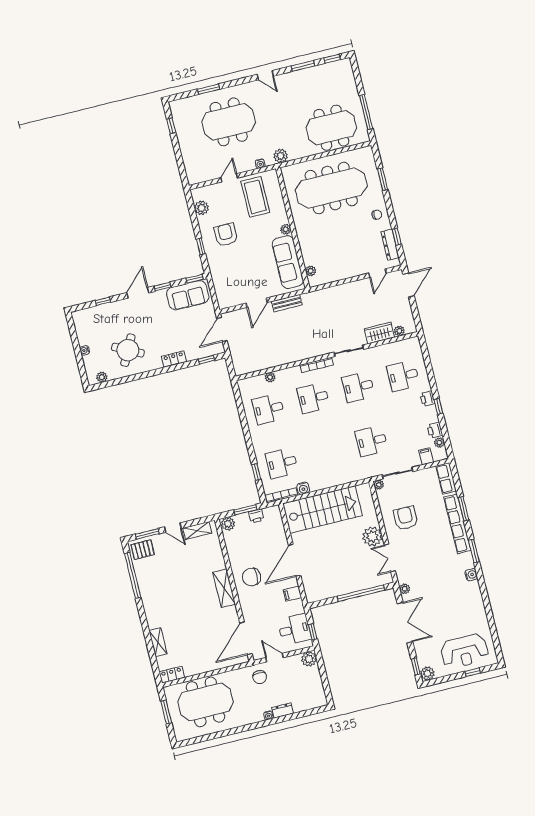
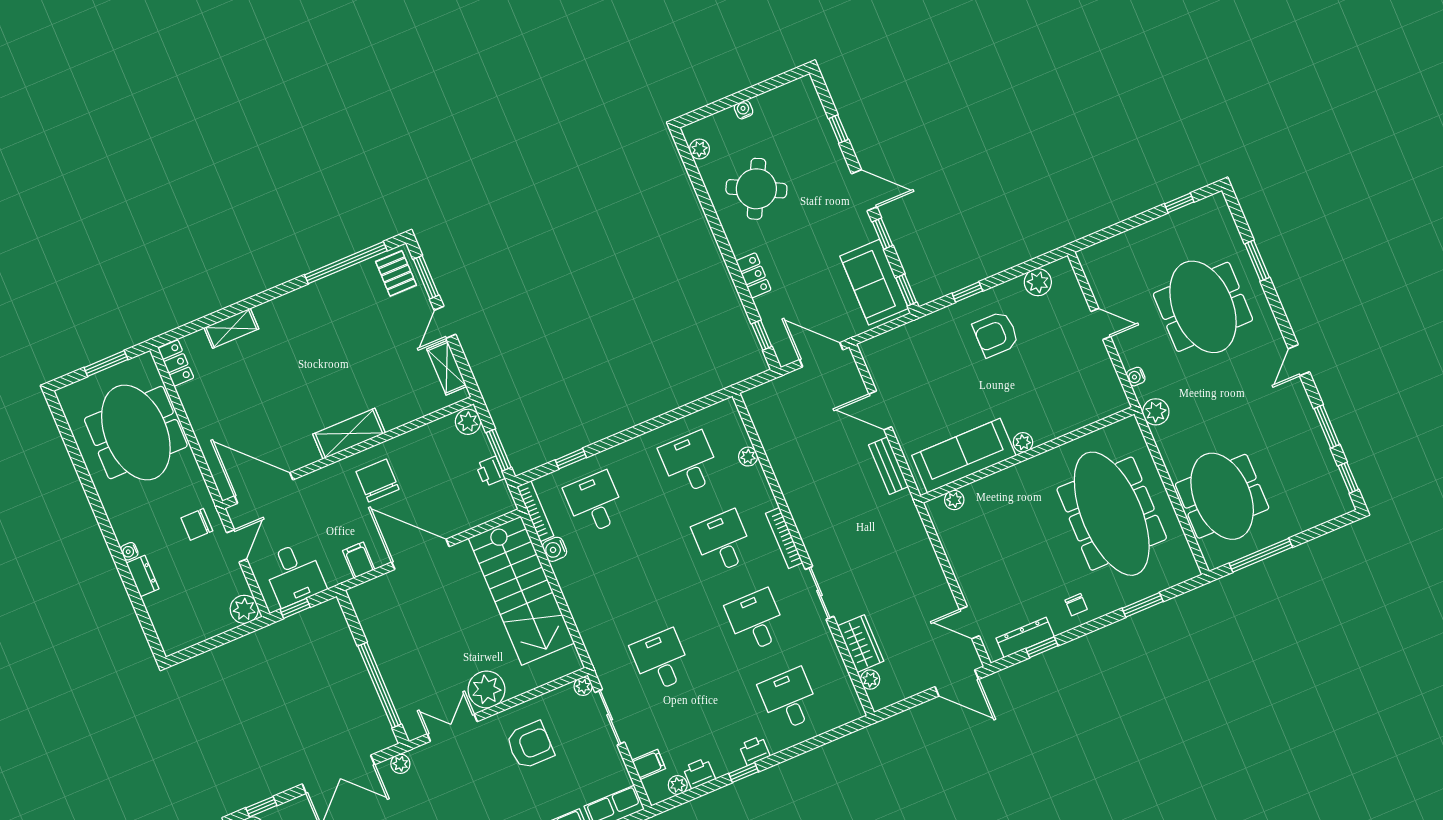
coffee table: (255, 197) -> (1074, 377), removed
armchair: (226, 235) -> (996, 334), turned 180

